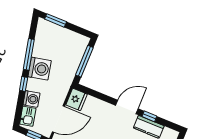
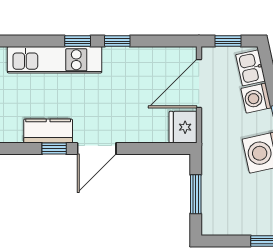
window: (84, 61) -> (196, 194), width x0.69

